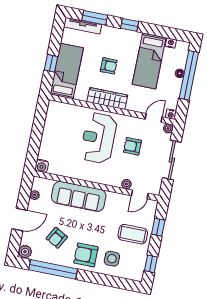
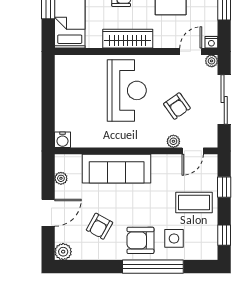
reception desk: (99, 138) -> (127, 90), turned 180
armchair: (132, 146) -> (177, 106), moved, turned -125
window: (53, 269) -> (153, 267), moved

